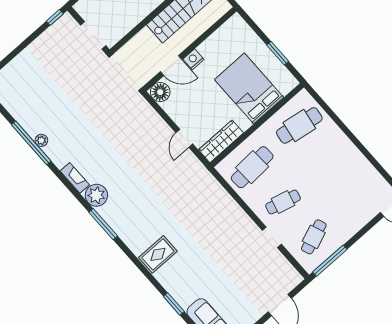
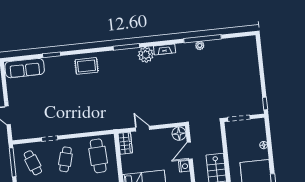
wardrobe: (221, 141) -> (125, 143), width x0.67
rug: (158, 254) -> (87, 66), turned 90

